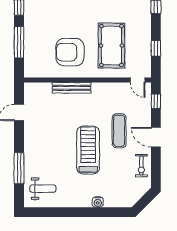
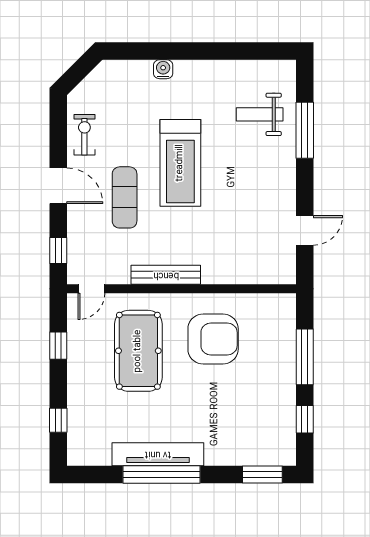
door: (138, 80) -> (91, 289), swing flipped
bench: (72, 88) -> (166, 275), moved
weight bench: (43, 189) -> (260, 114), moved

